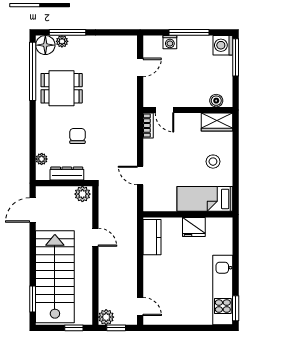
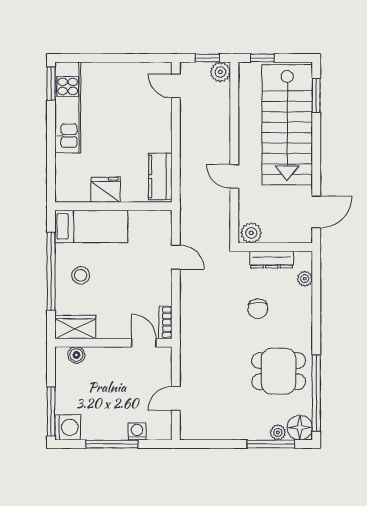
window: (236, 165) -> (51, 271), added

